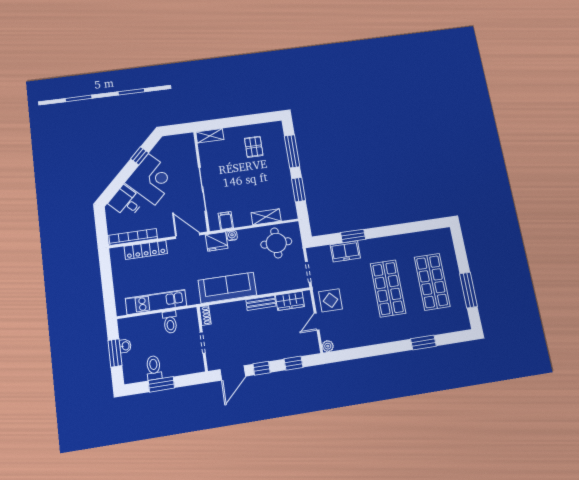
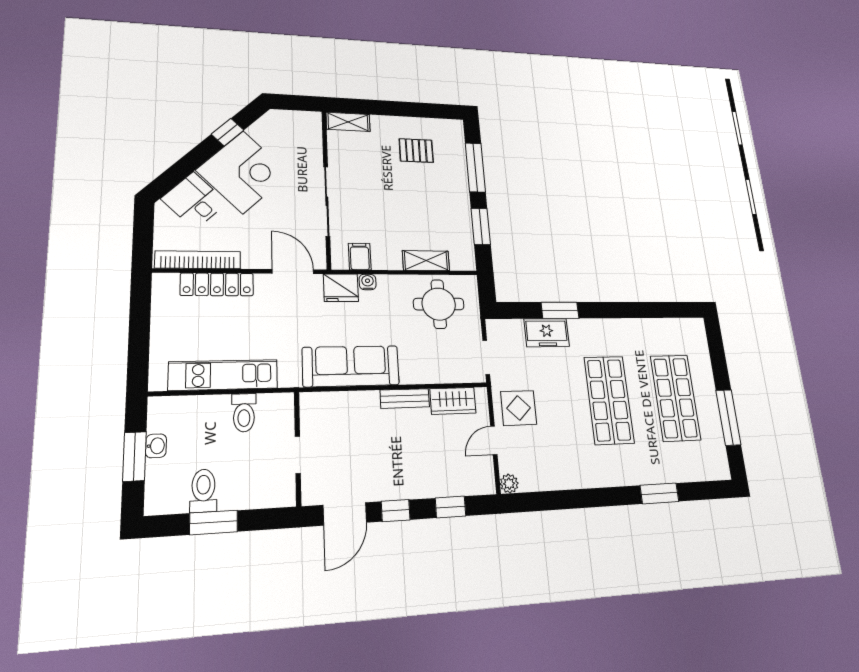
pallet: (254, 147) -> (416, 151), turned 90
shoe rack: (205, 315) -> (308, 408), removed

